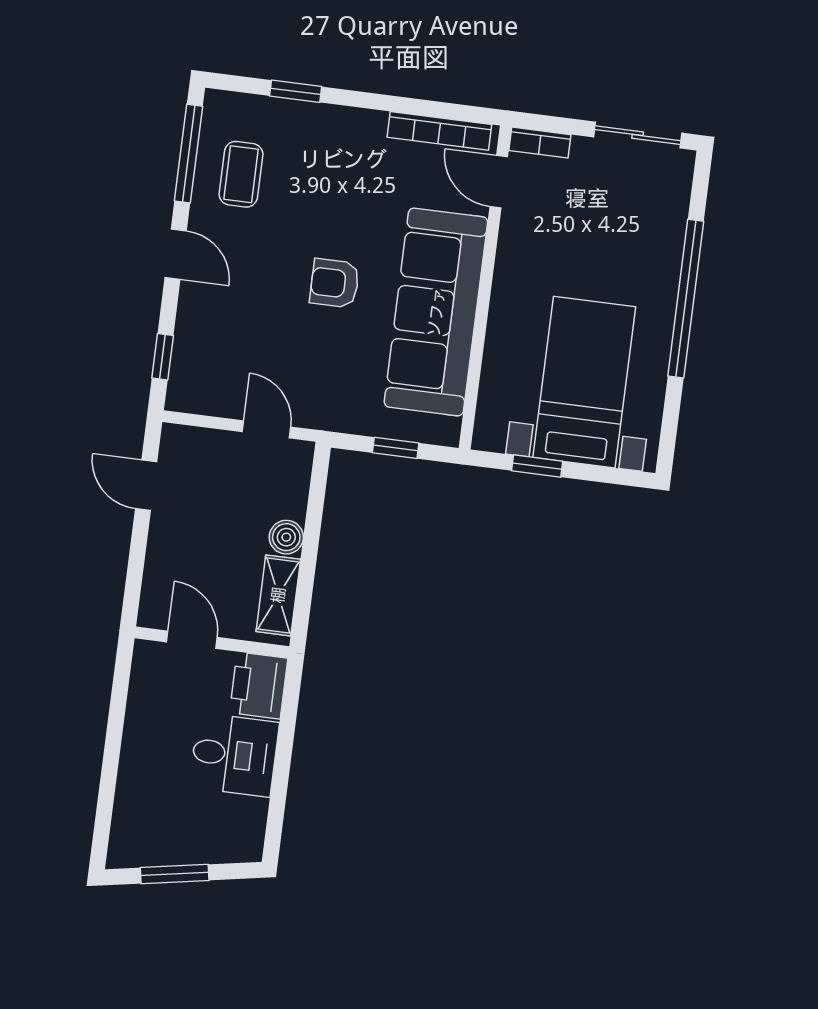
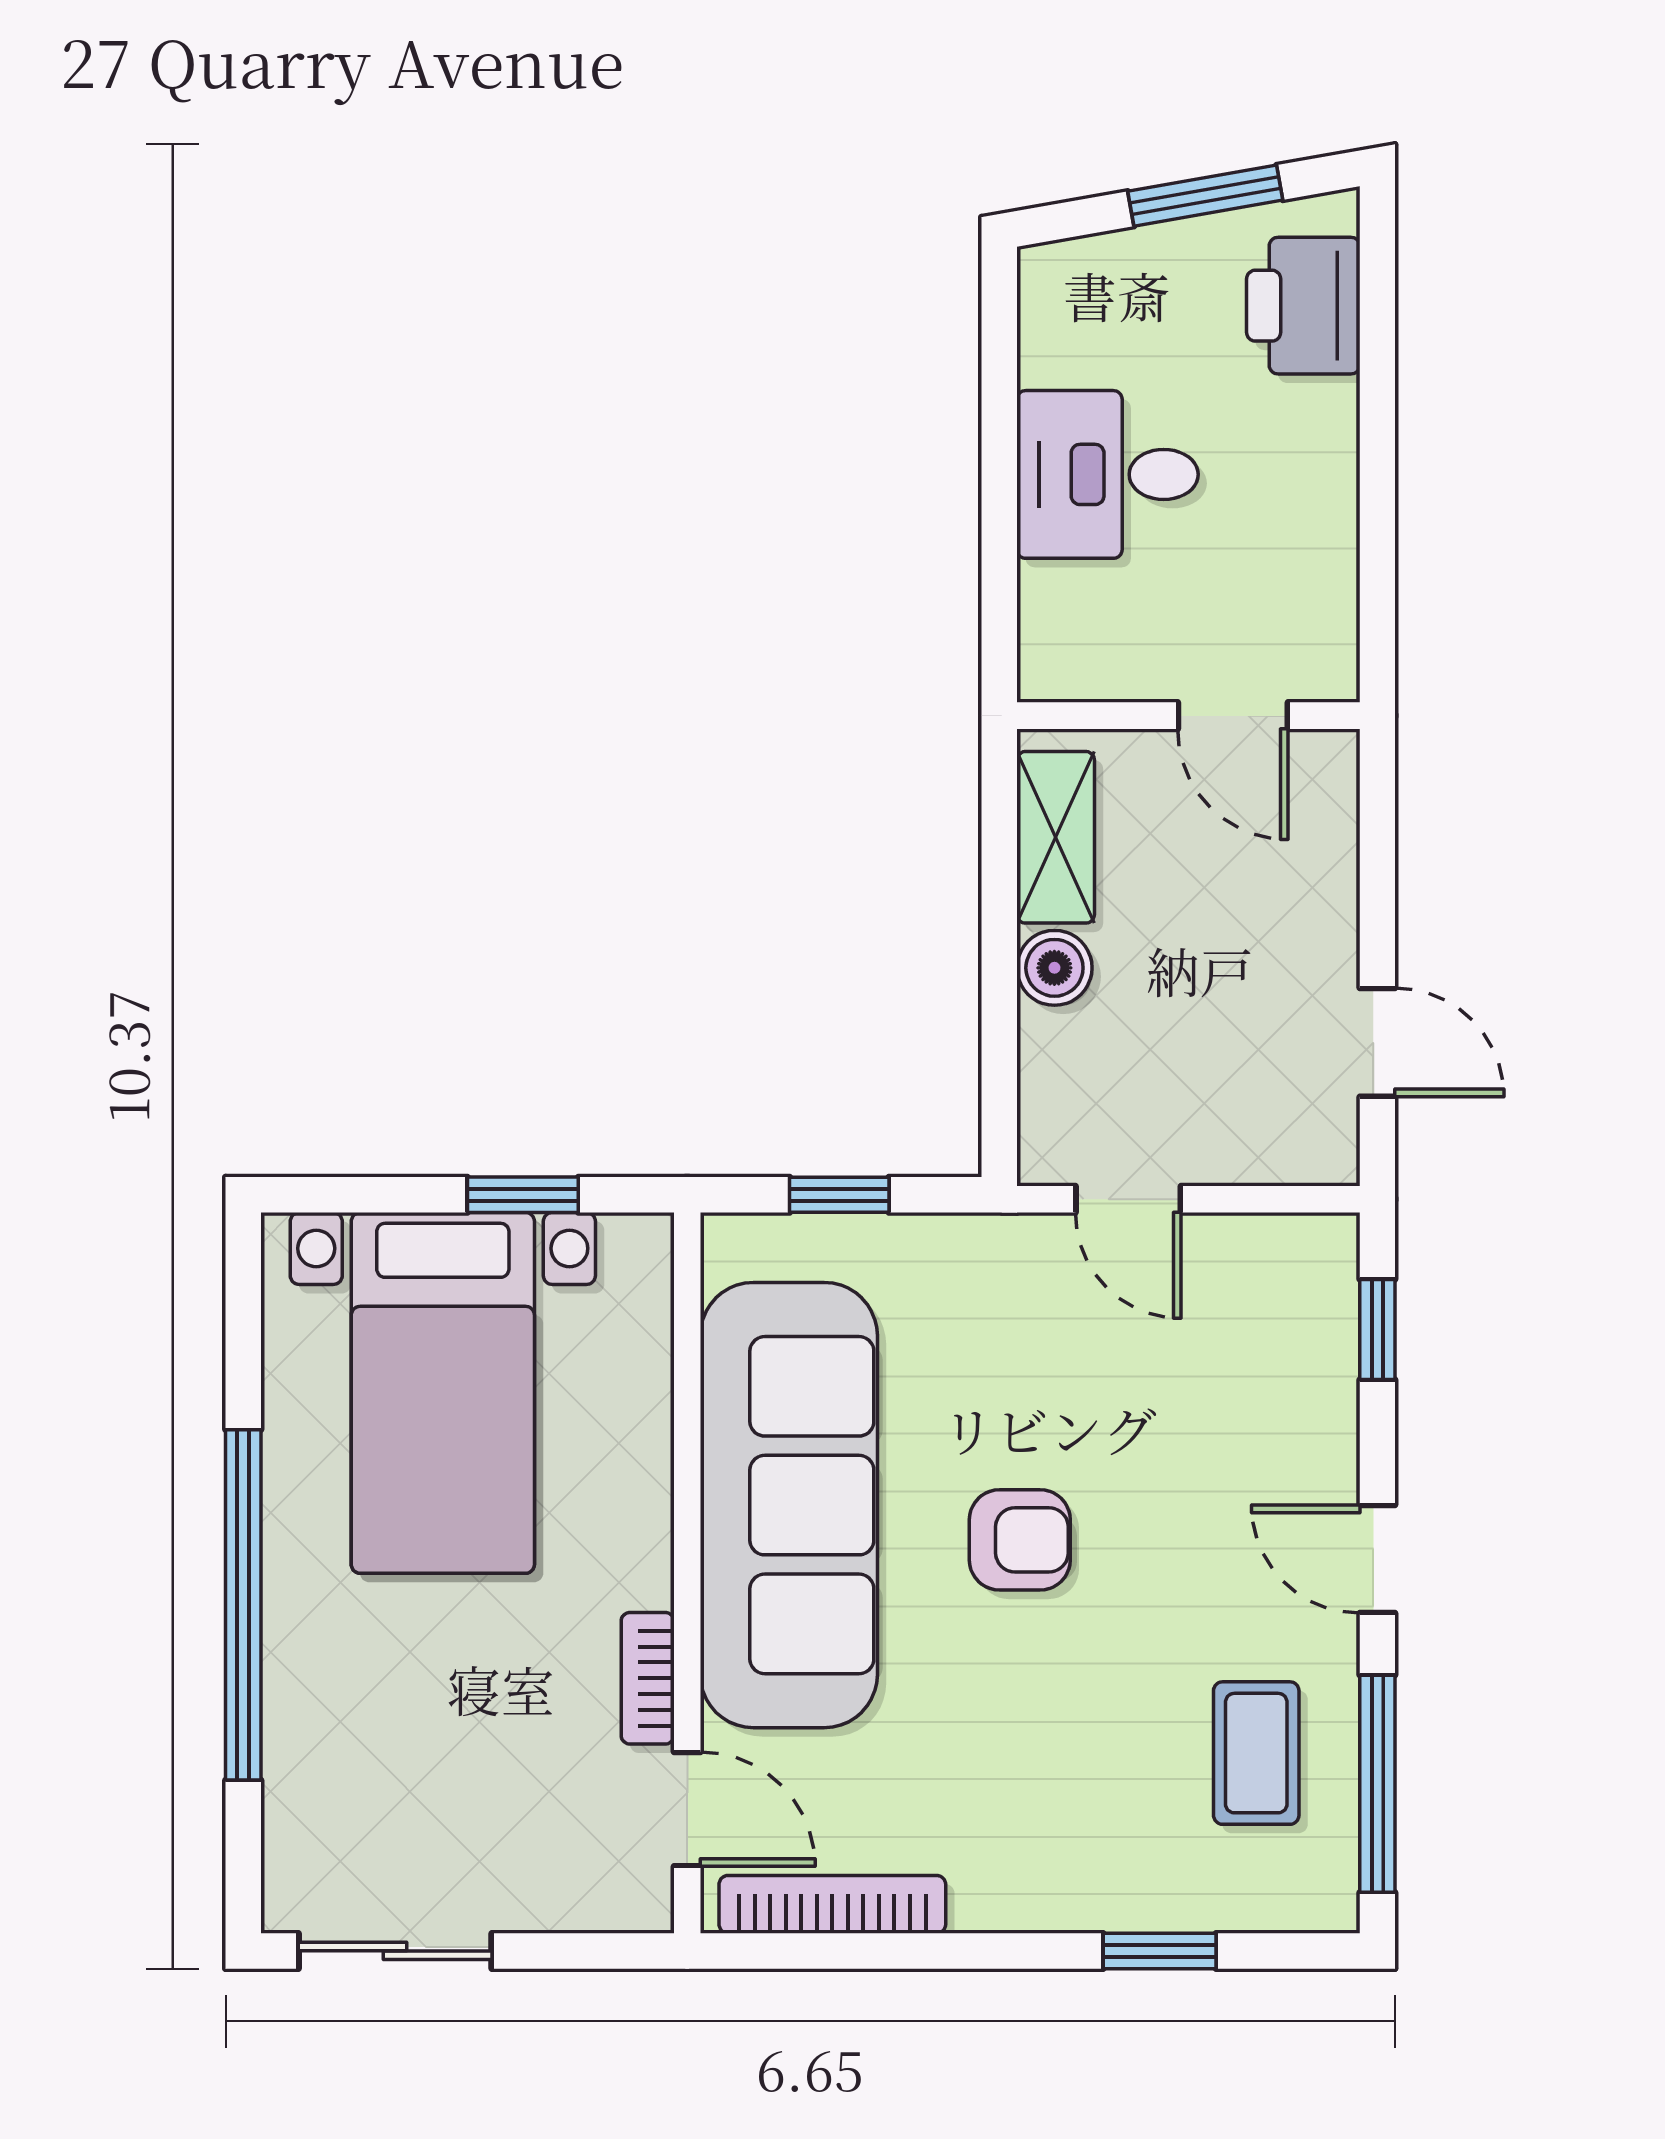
bookcase: (540, 143) -> (648, 1678), moved, turned -90
printer: (259, 685) -> (1303, 306), moved, turned 180

